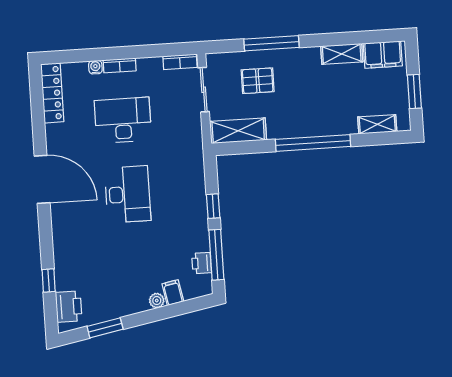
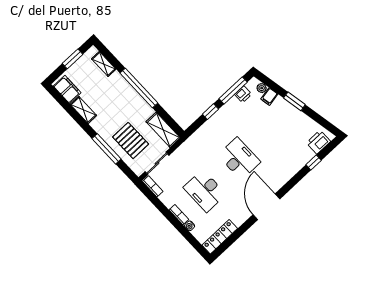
pallet: (258, 81) -> (131, 141), width x1.50, depth x1.42
desk: (128, 194) -> (239, 159), turned 90
plant: (157, 301) -> (262, 88), moved
window: (105, 328) -> (294, 101), moved

